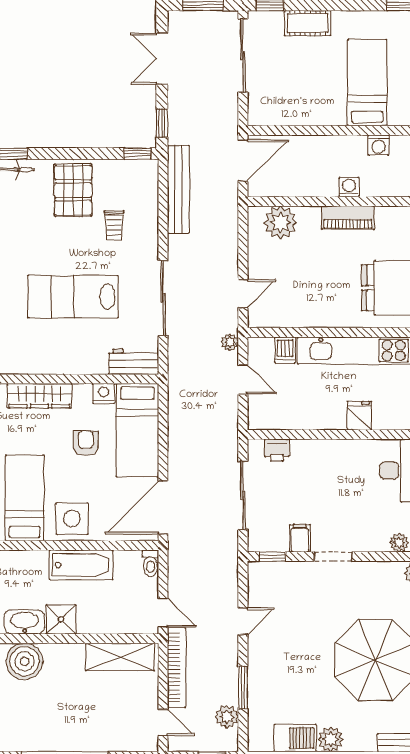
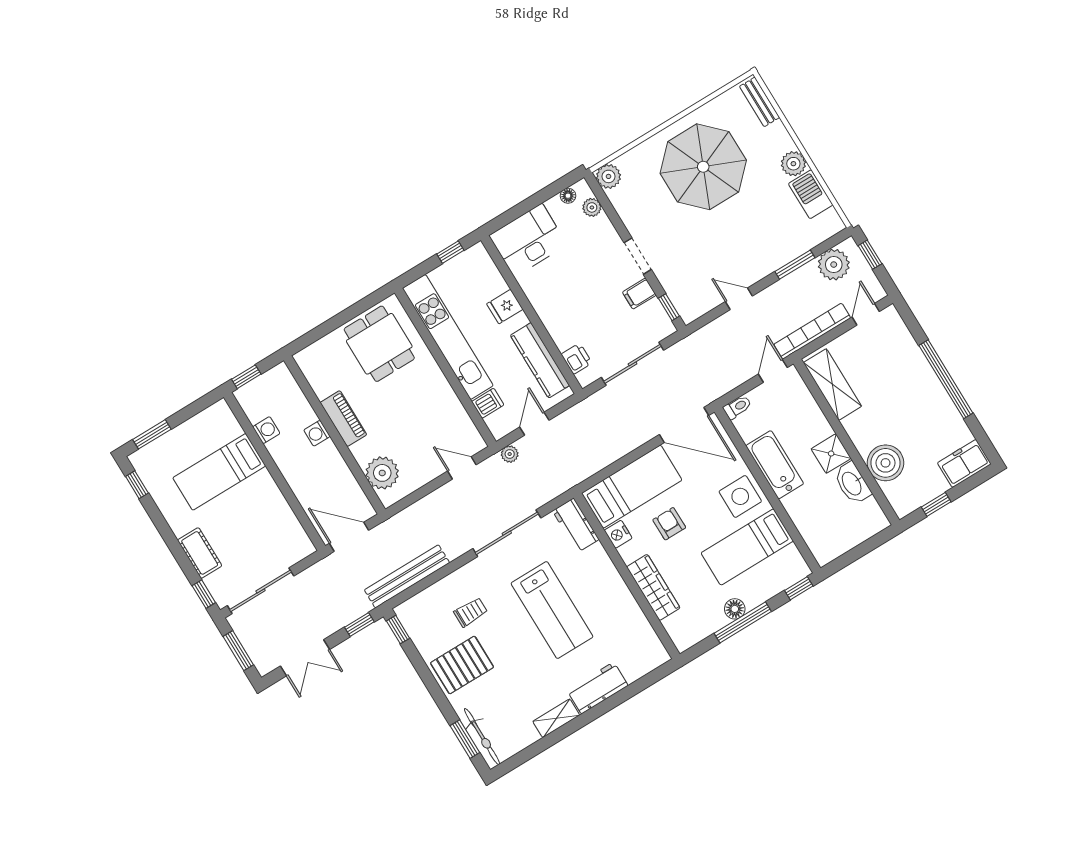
kitchen counter: (295, 418) -> (540, 360), added
armchair: (86, 443) -> (669, 524), turned 90
plant: (227, 717) -> (834, 265), width x1.36, depth x1.36

